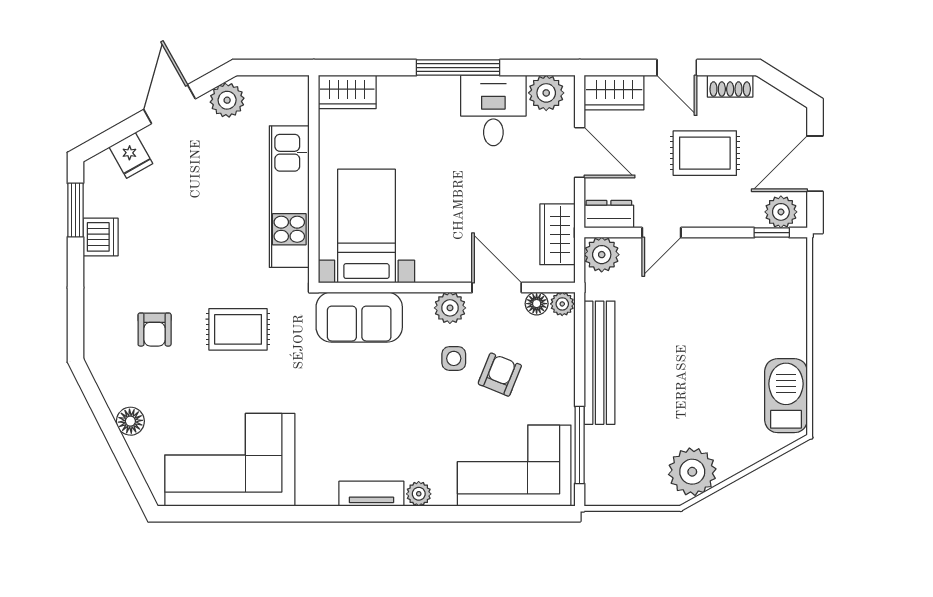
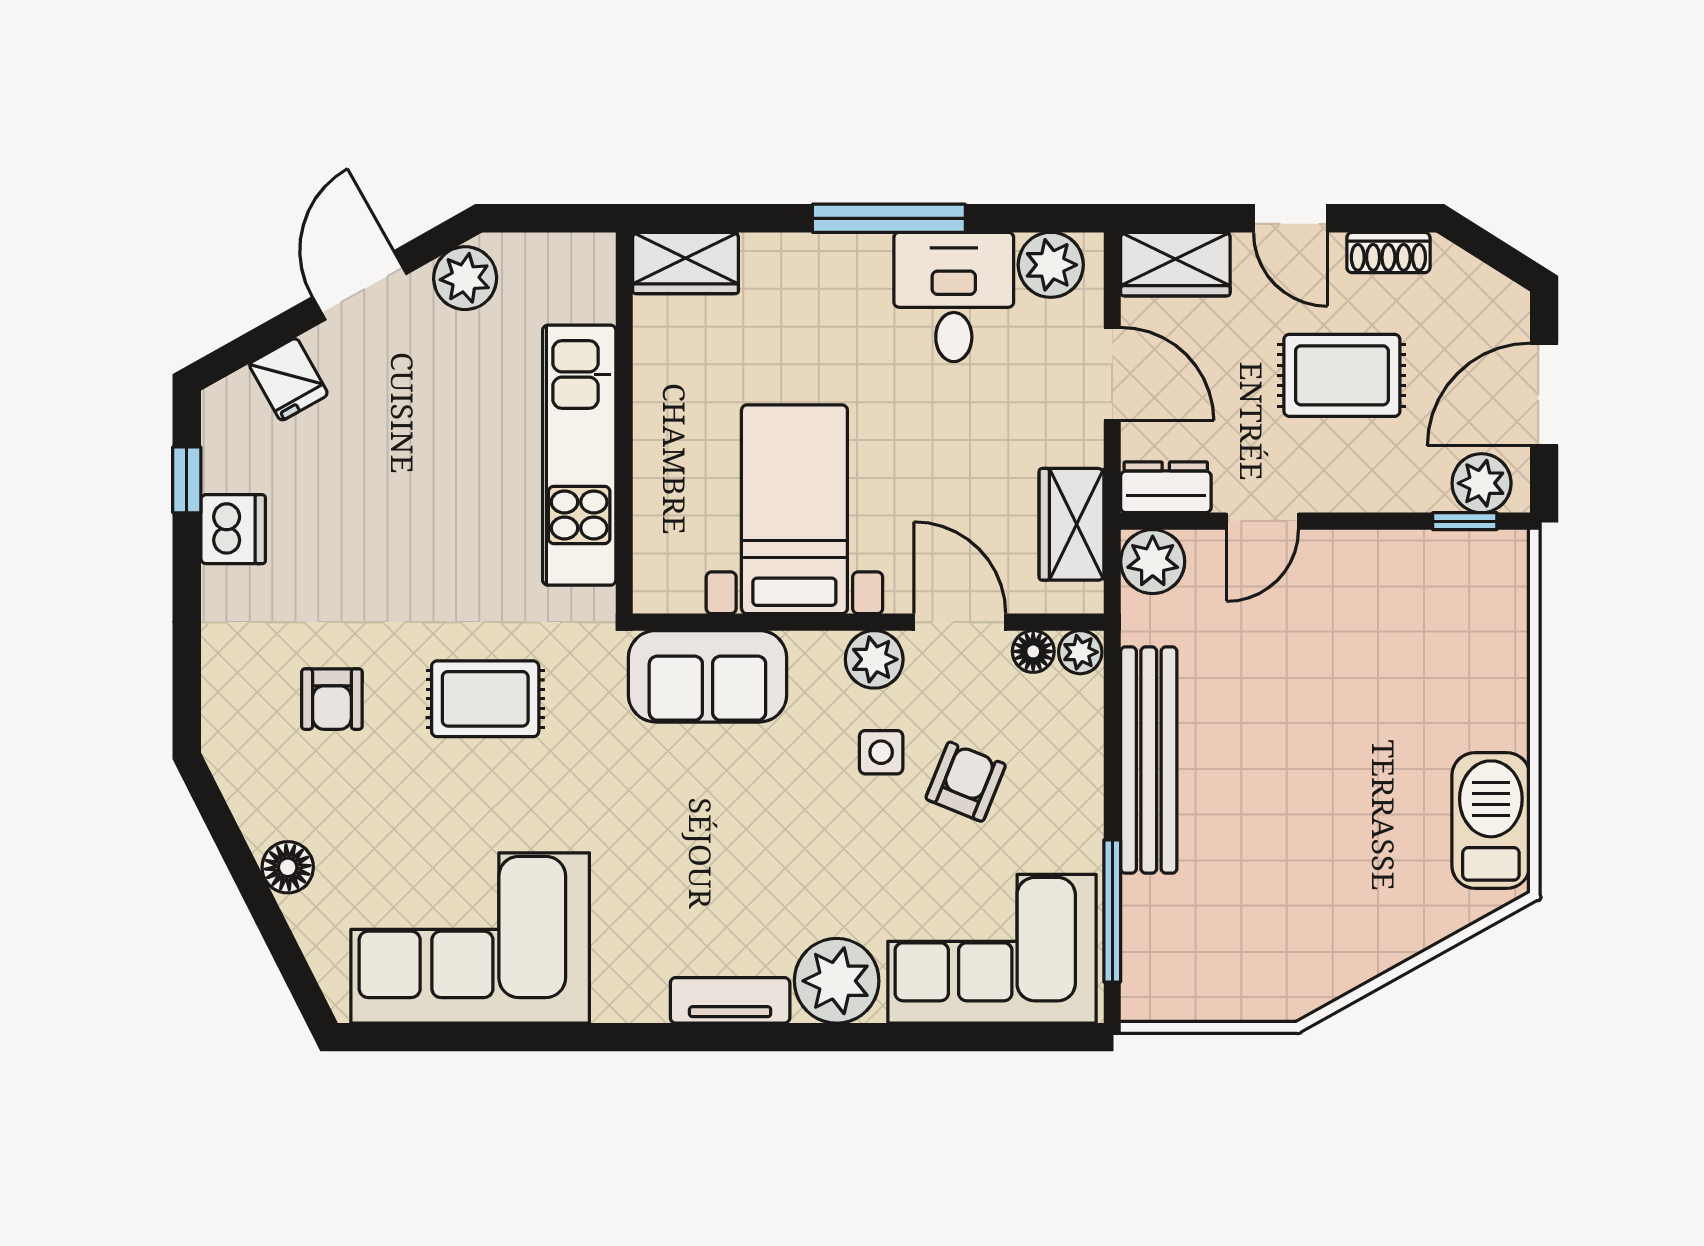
window: (75, 210) -> (187, 480), width x0.67
bed with nightstands: (366, 226) -> (794, 509), moved
plant: (692, 472) -> (1319, 960), removed
plant: (419, 494) -> (837, 981), width x1.88, depth x1.88

